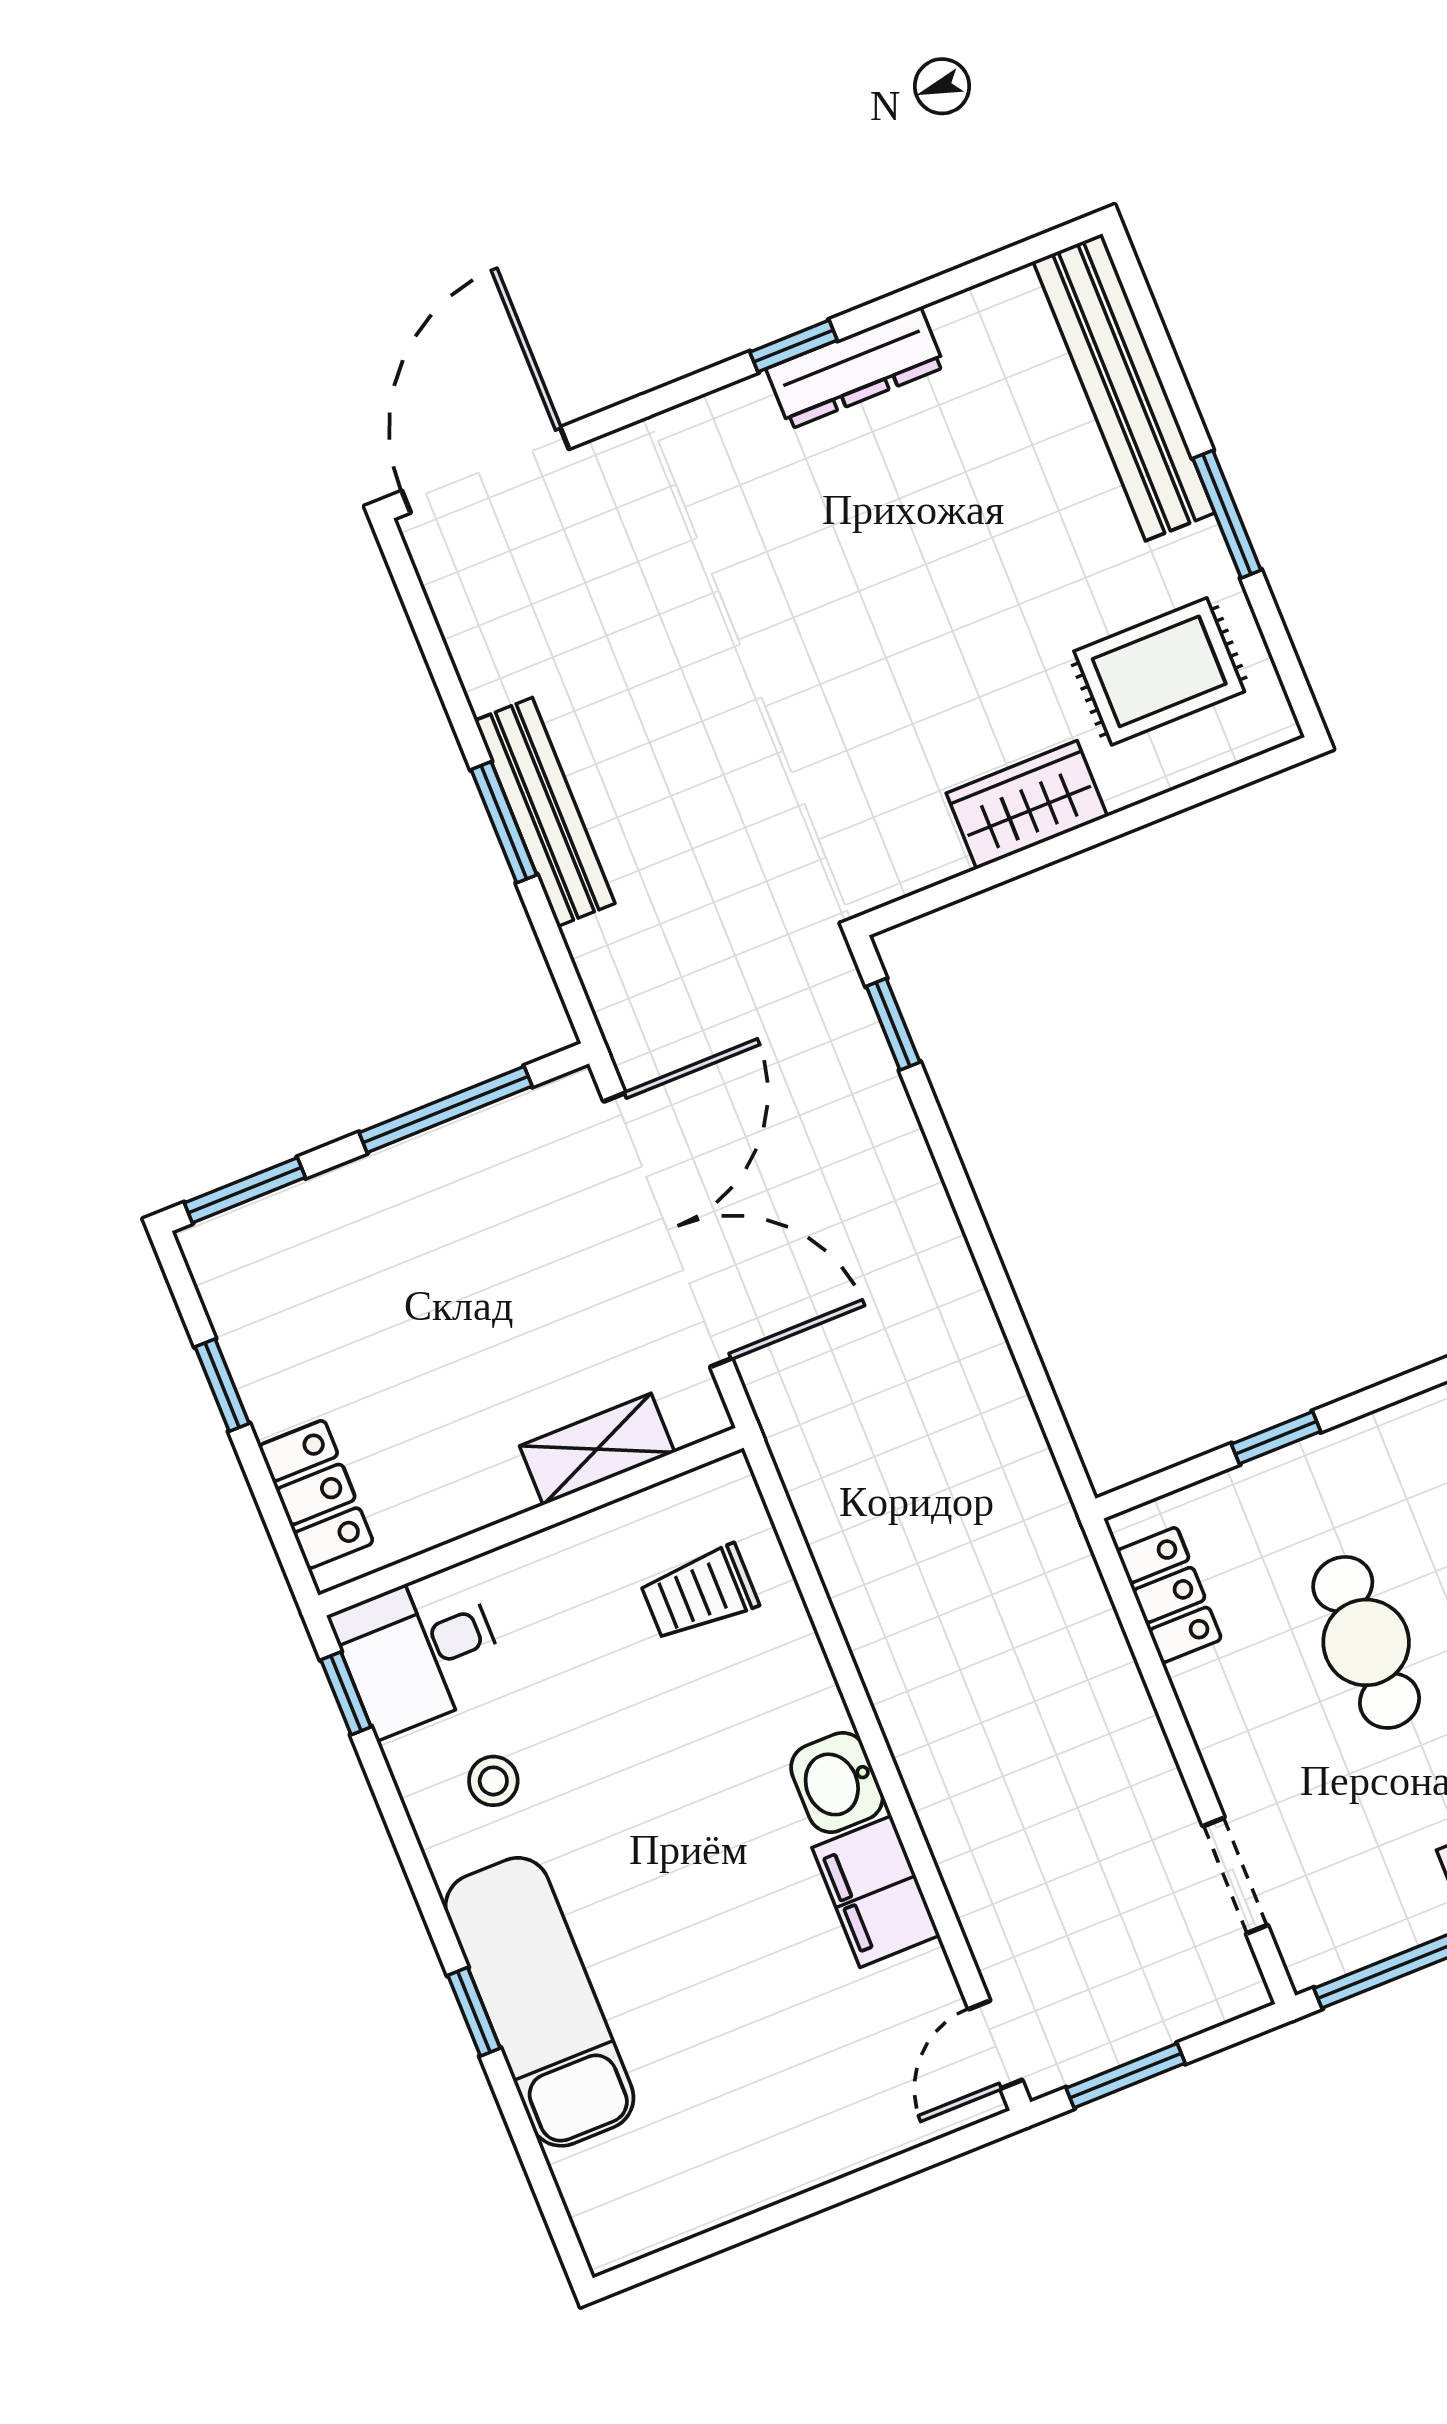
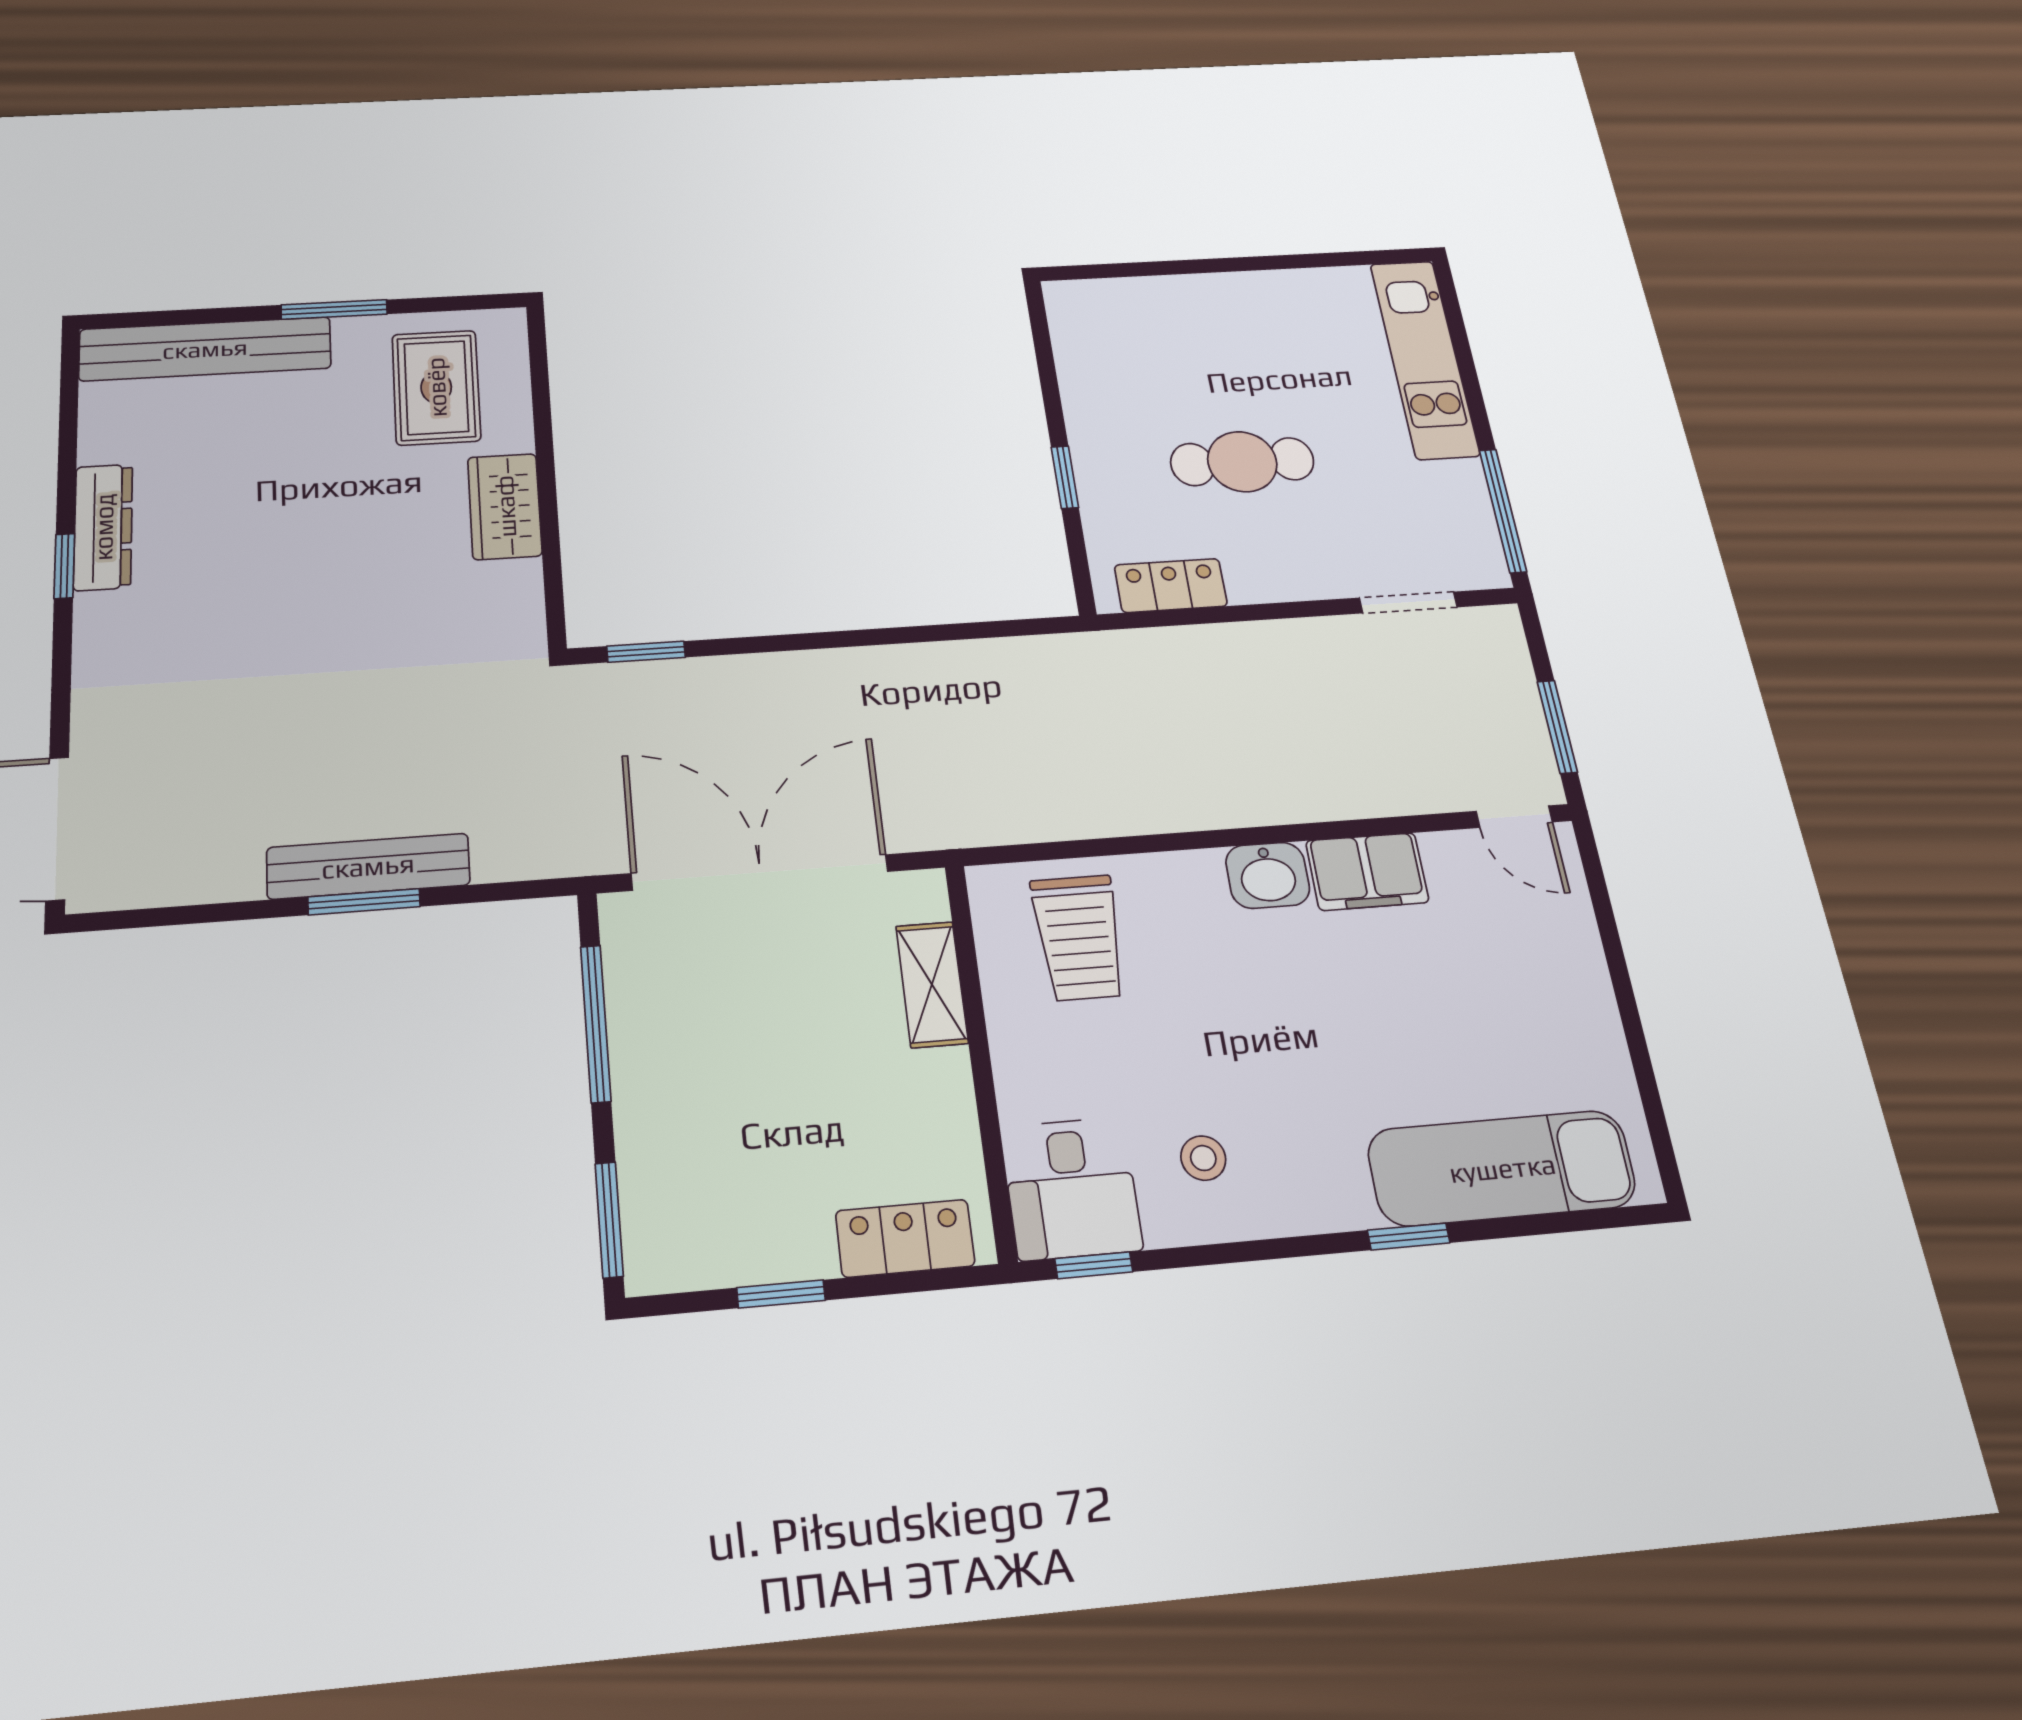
trolley: (699, 1593) -> (1079, 938), width x1.36, depth x1.39
exam couch: (540, 2002) -> (1502, 1168), moved

